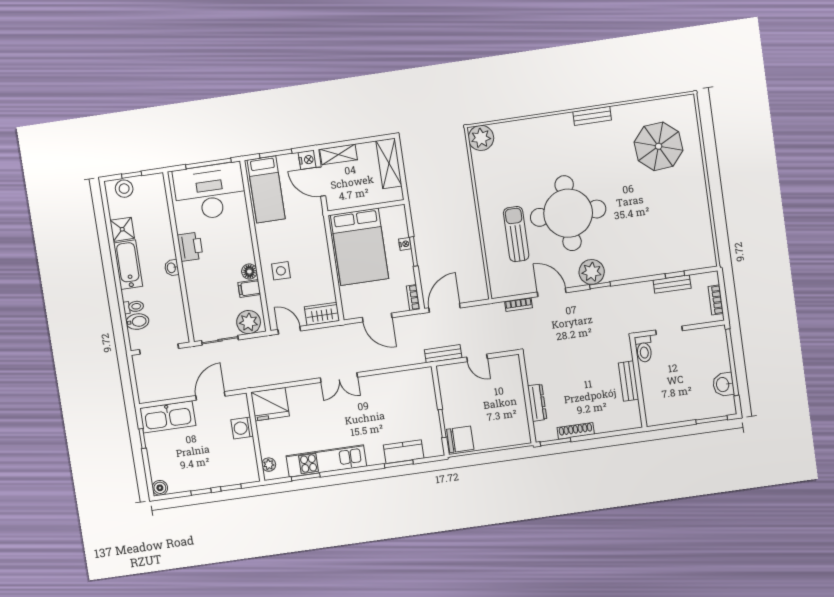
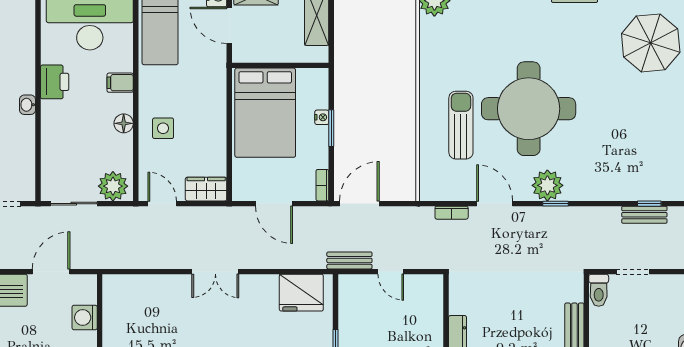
filing cabinet: (249, 288) -> (120, 83), moved
fridge: (270, 404) -> (301, 293), moved

